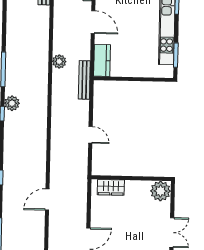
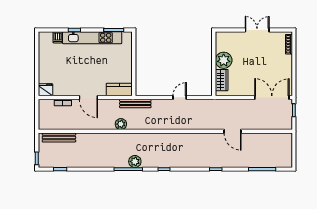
door: (93, 22) -> (88, 97), swing flipped
plant: (12, 103) -> (135, 161), moved
plant: (161, 191) -> (224, 60), moved

